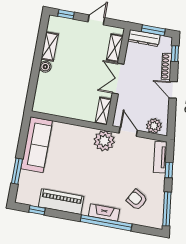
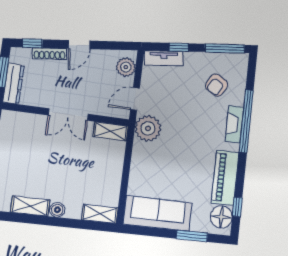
shelving: (115, 48) -> (100, 214), moved
floor lamp: (30, 196) -> (221, 217), added

